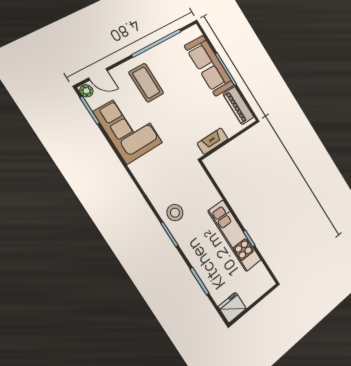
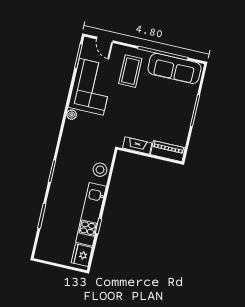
sofa: (209, 66) -> (174, 68), moved, turned -90
plant: (86, 91) -> (72, 115), moved
piano: (238, 106) -> (168, 151), moved, turned 90
stool: (175, 213) -> (100, 170), moved
fridge: (232, 308) -> (82, 255), moved, turned -90

